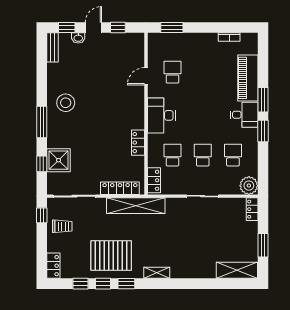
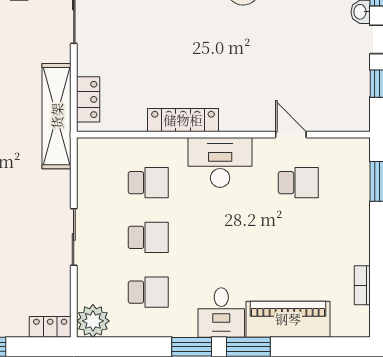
locker: (138, 143) -> (183, 120), width x1.53
locker: (154, 180) -> (103, 149), removed
locker: (120, 188) -> (88, 99), width x0.66

